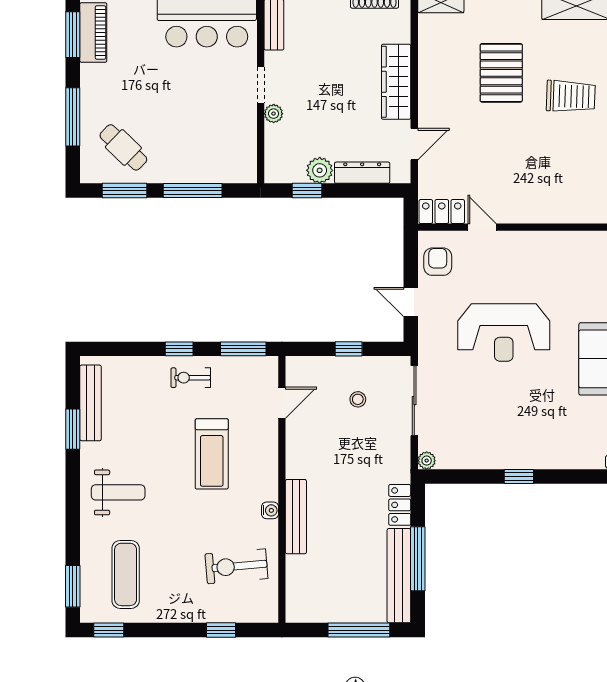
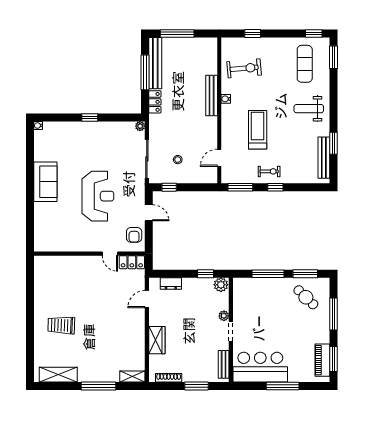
pallet: (501, 73) -> (99, 338), removed
wardrobe: (396, 82) -> (157, 340), width x0.67
plant: (320, 170) -> (221, 285), moved
dresser: (362, 173) -> (171, 283), width x0.70
reception desk: (504, 332) -> (98, 196), turned 90
window: (349, 349) -> (169, 187), moved

